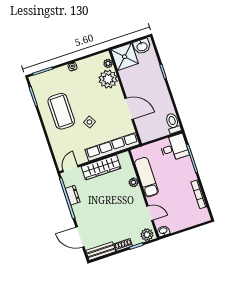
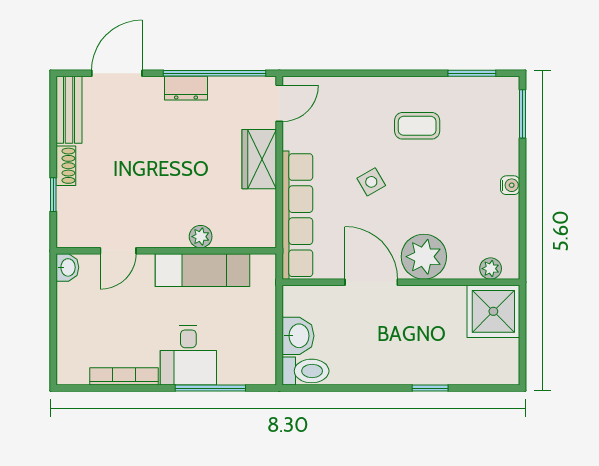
washbasin: (142, 46) -> (298, 336), moved, turned 180
plant: (108, 79) -> (424, 257), moved
door: (129, 109) -> (371, 282), swing flipped
coffee table: (61, 111) -> (417, 126), width x0.54, depth x0.58
desk: (174, 148) -> (188, 355), moved
wardrobe: (101, 167) -> (259, 159), width x0.67
door: (70, 169) -> (279, 103), hinge flipped
dresser: (73, 195) -> (186, 88), moved
plant: (147, 235) -> (71, 228), removed

